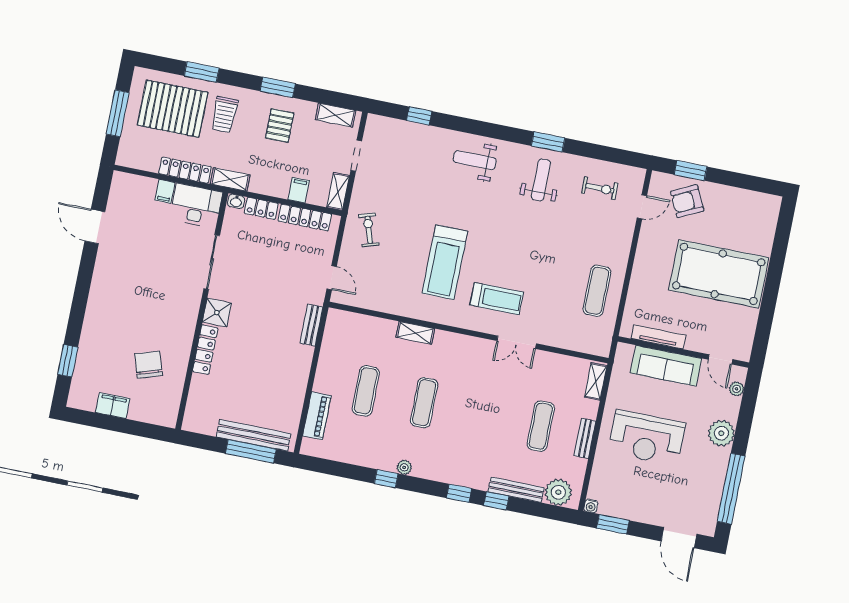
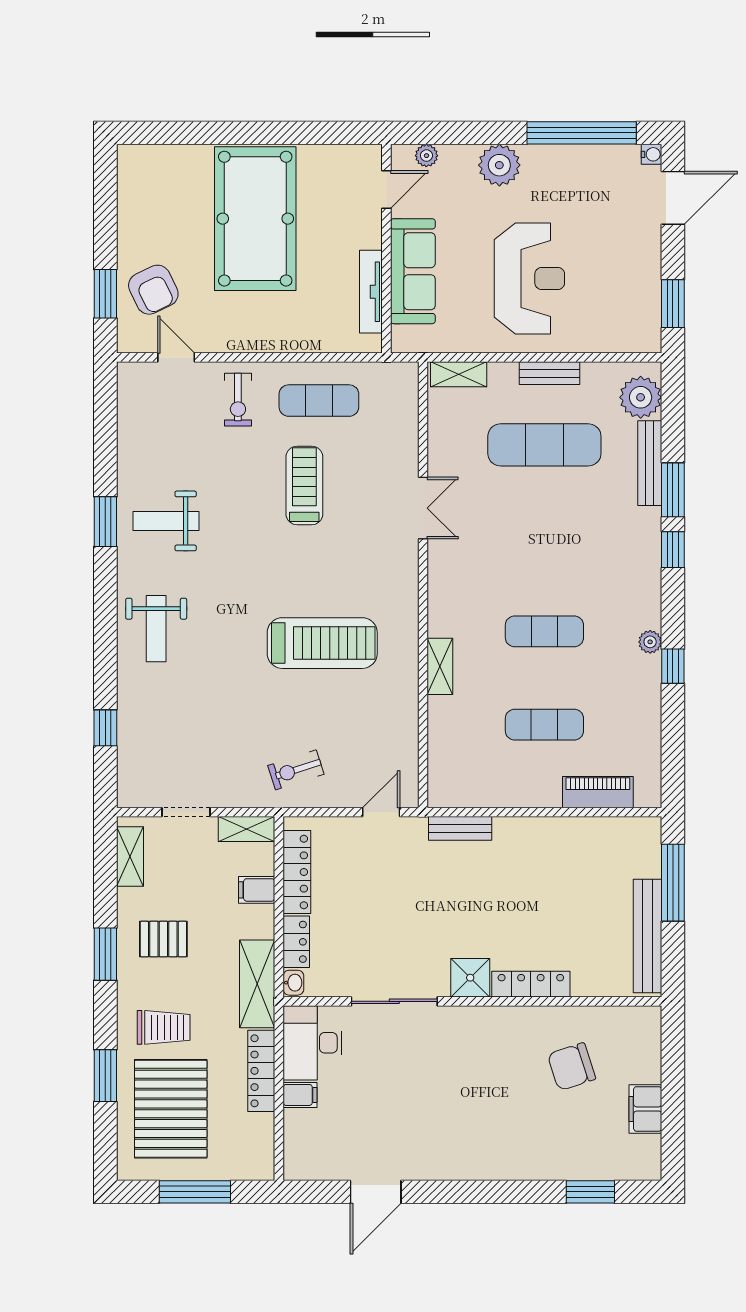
shelving: (230, 179) -> (257, 984), width x1.50, depth x1.33
exercise bike: (600, 188) -> (238, 400), moved, turned 180
treadmill: (497, 299) -> (304, 485), moved
exercise mat: (541, 426) -> (544, 445), width x1.36, depth x1.45
bench: (254, 435) -> (647, 936), moved
window: (496, 501) -> (673, 490), width x1.50
water cooler: (591, 506) -> (652, 154), moved

